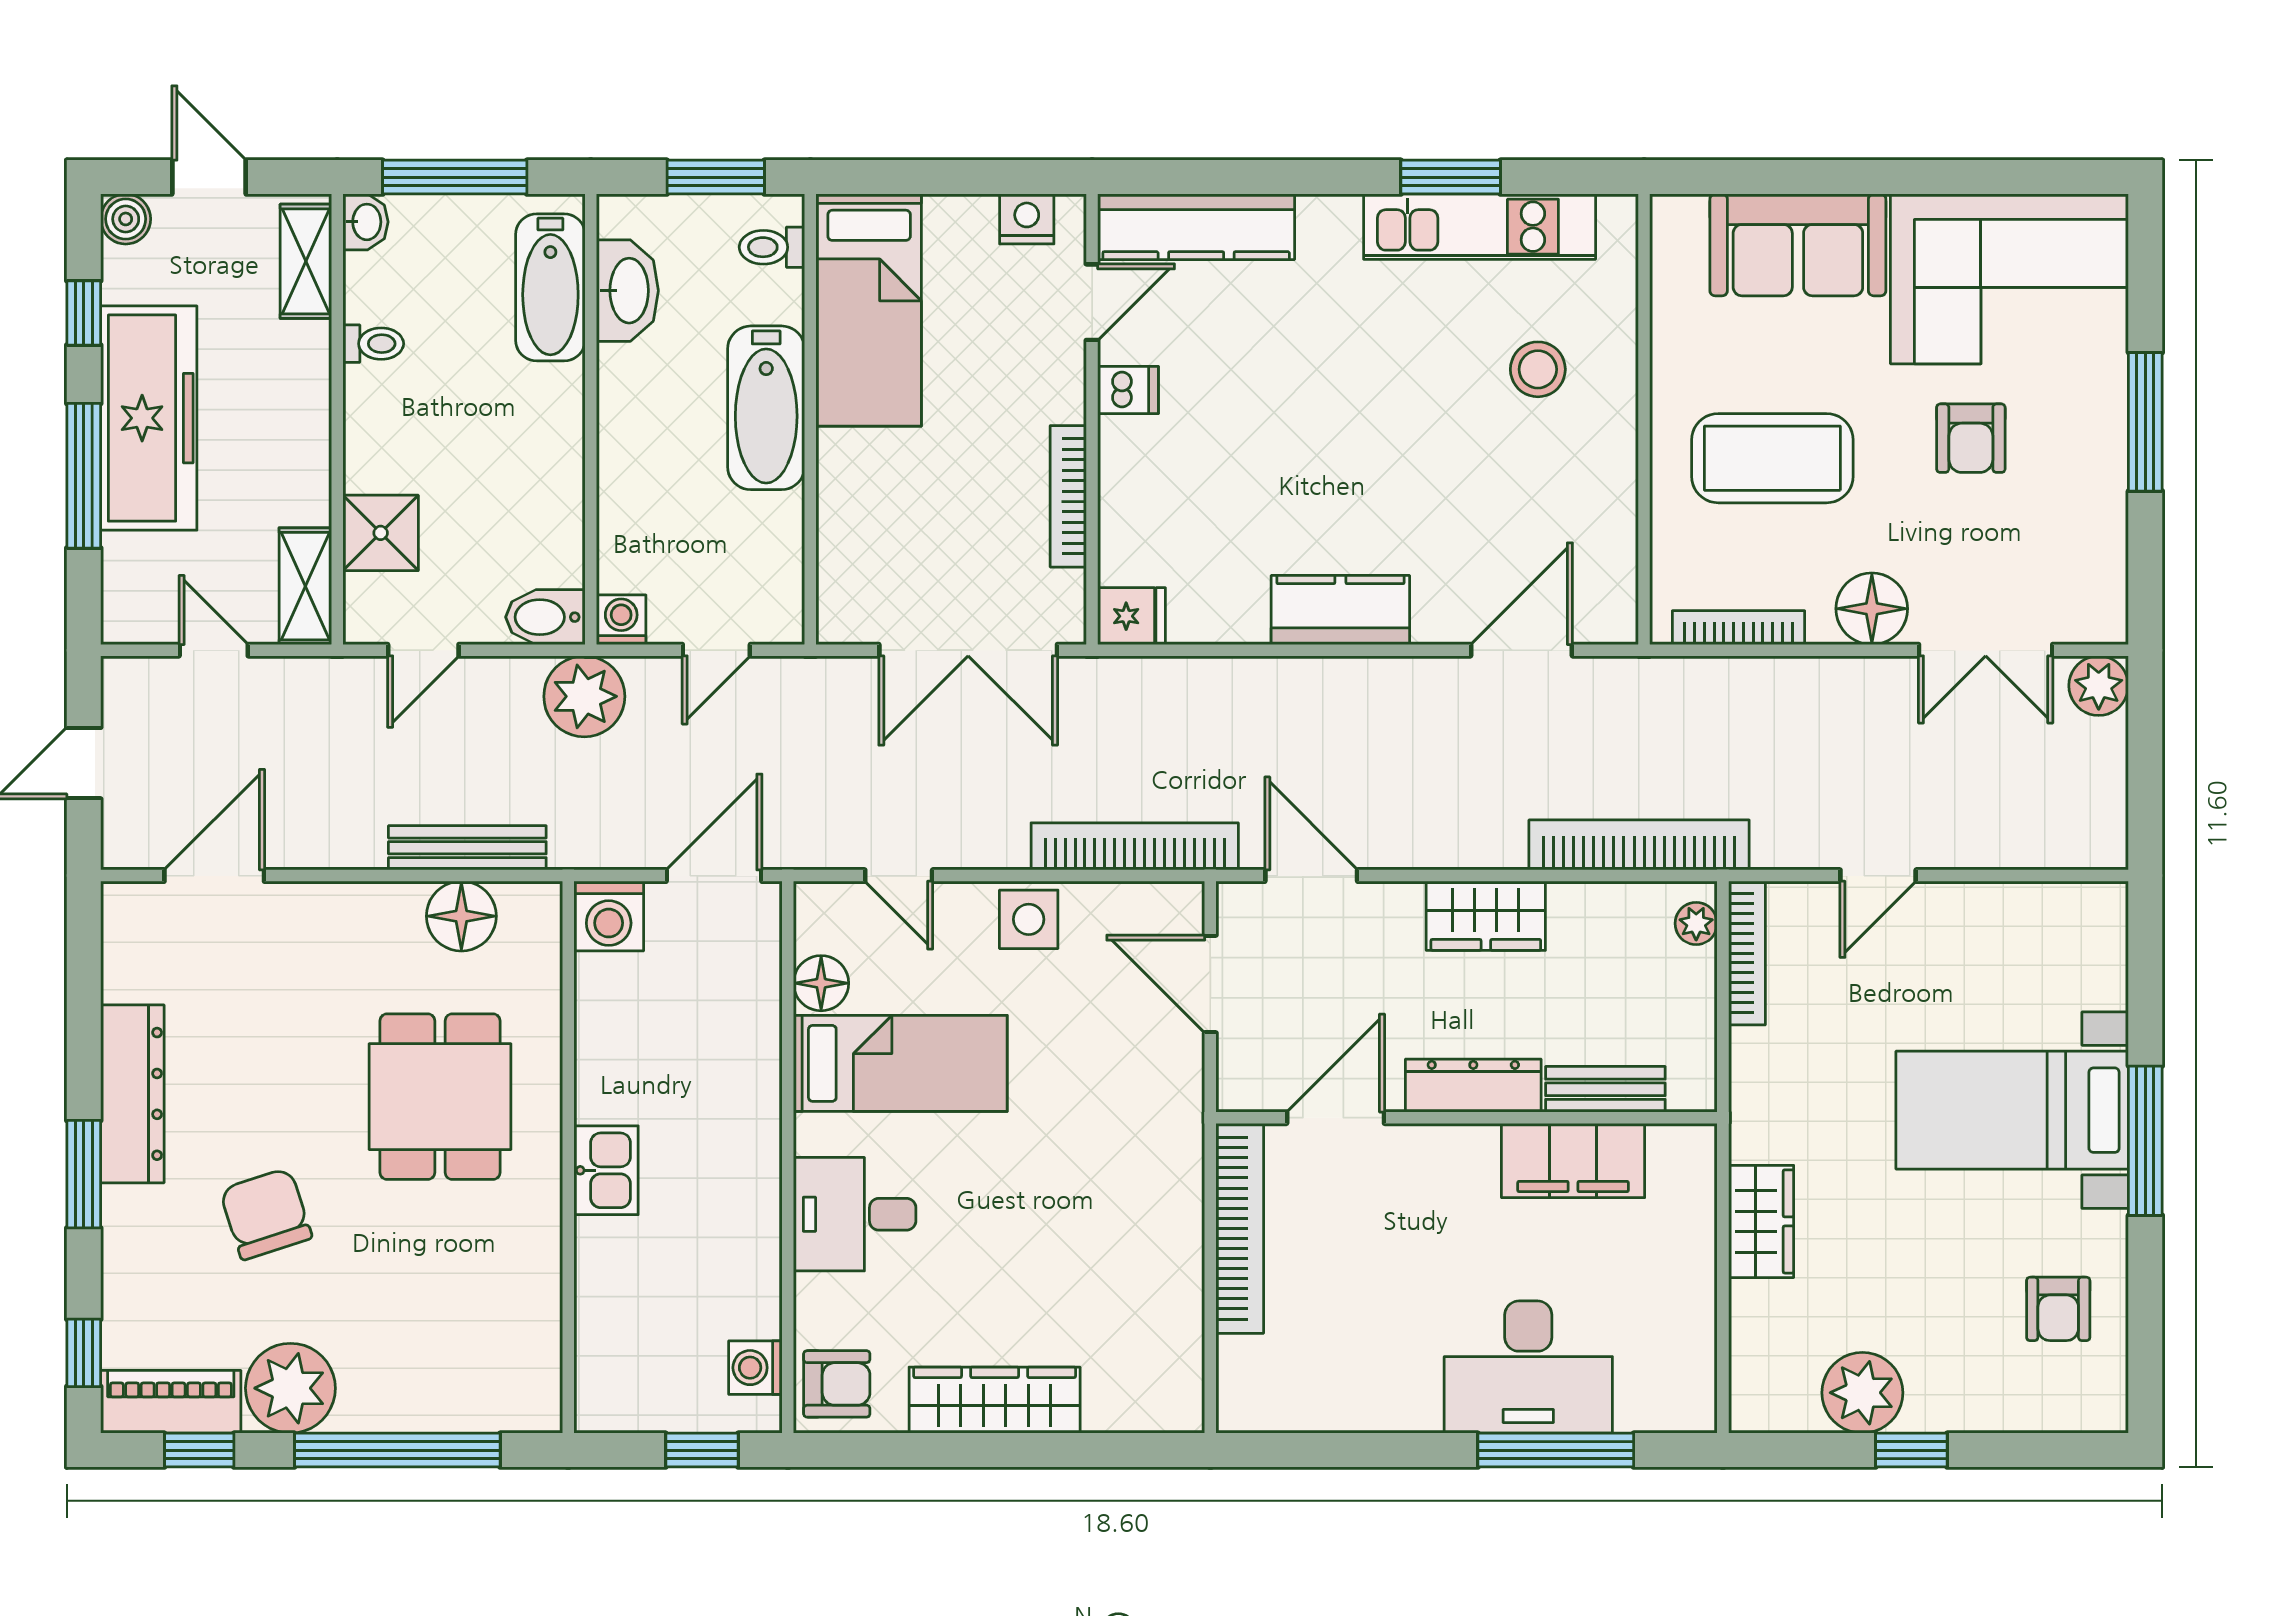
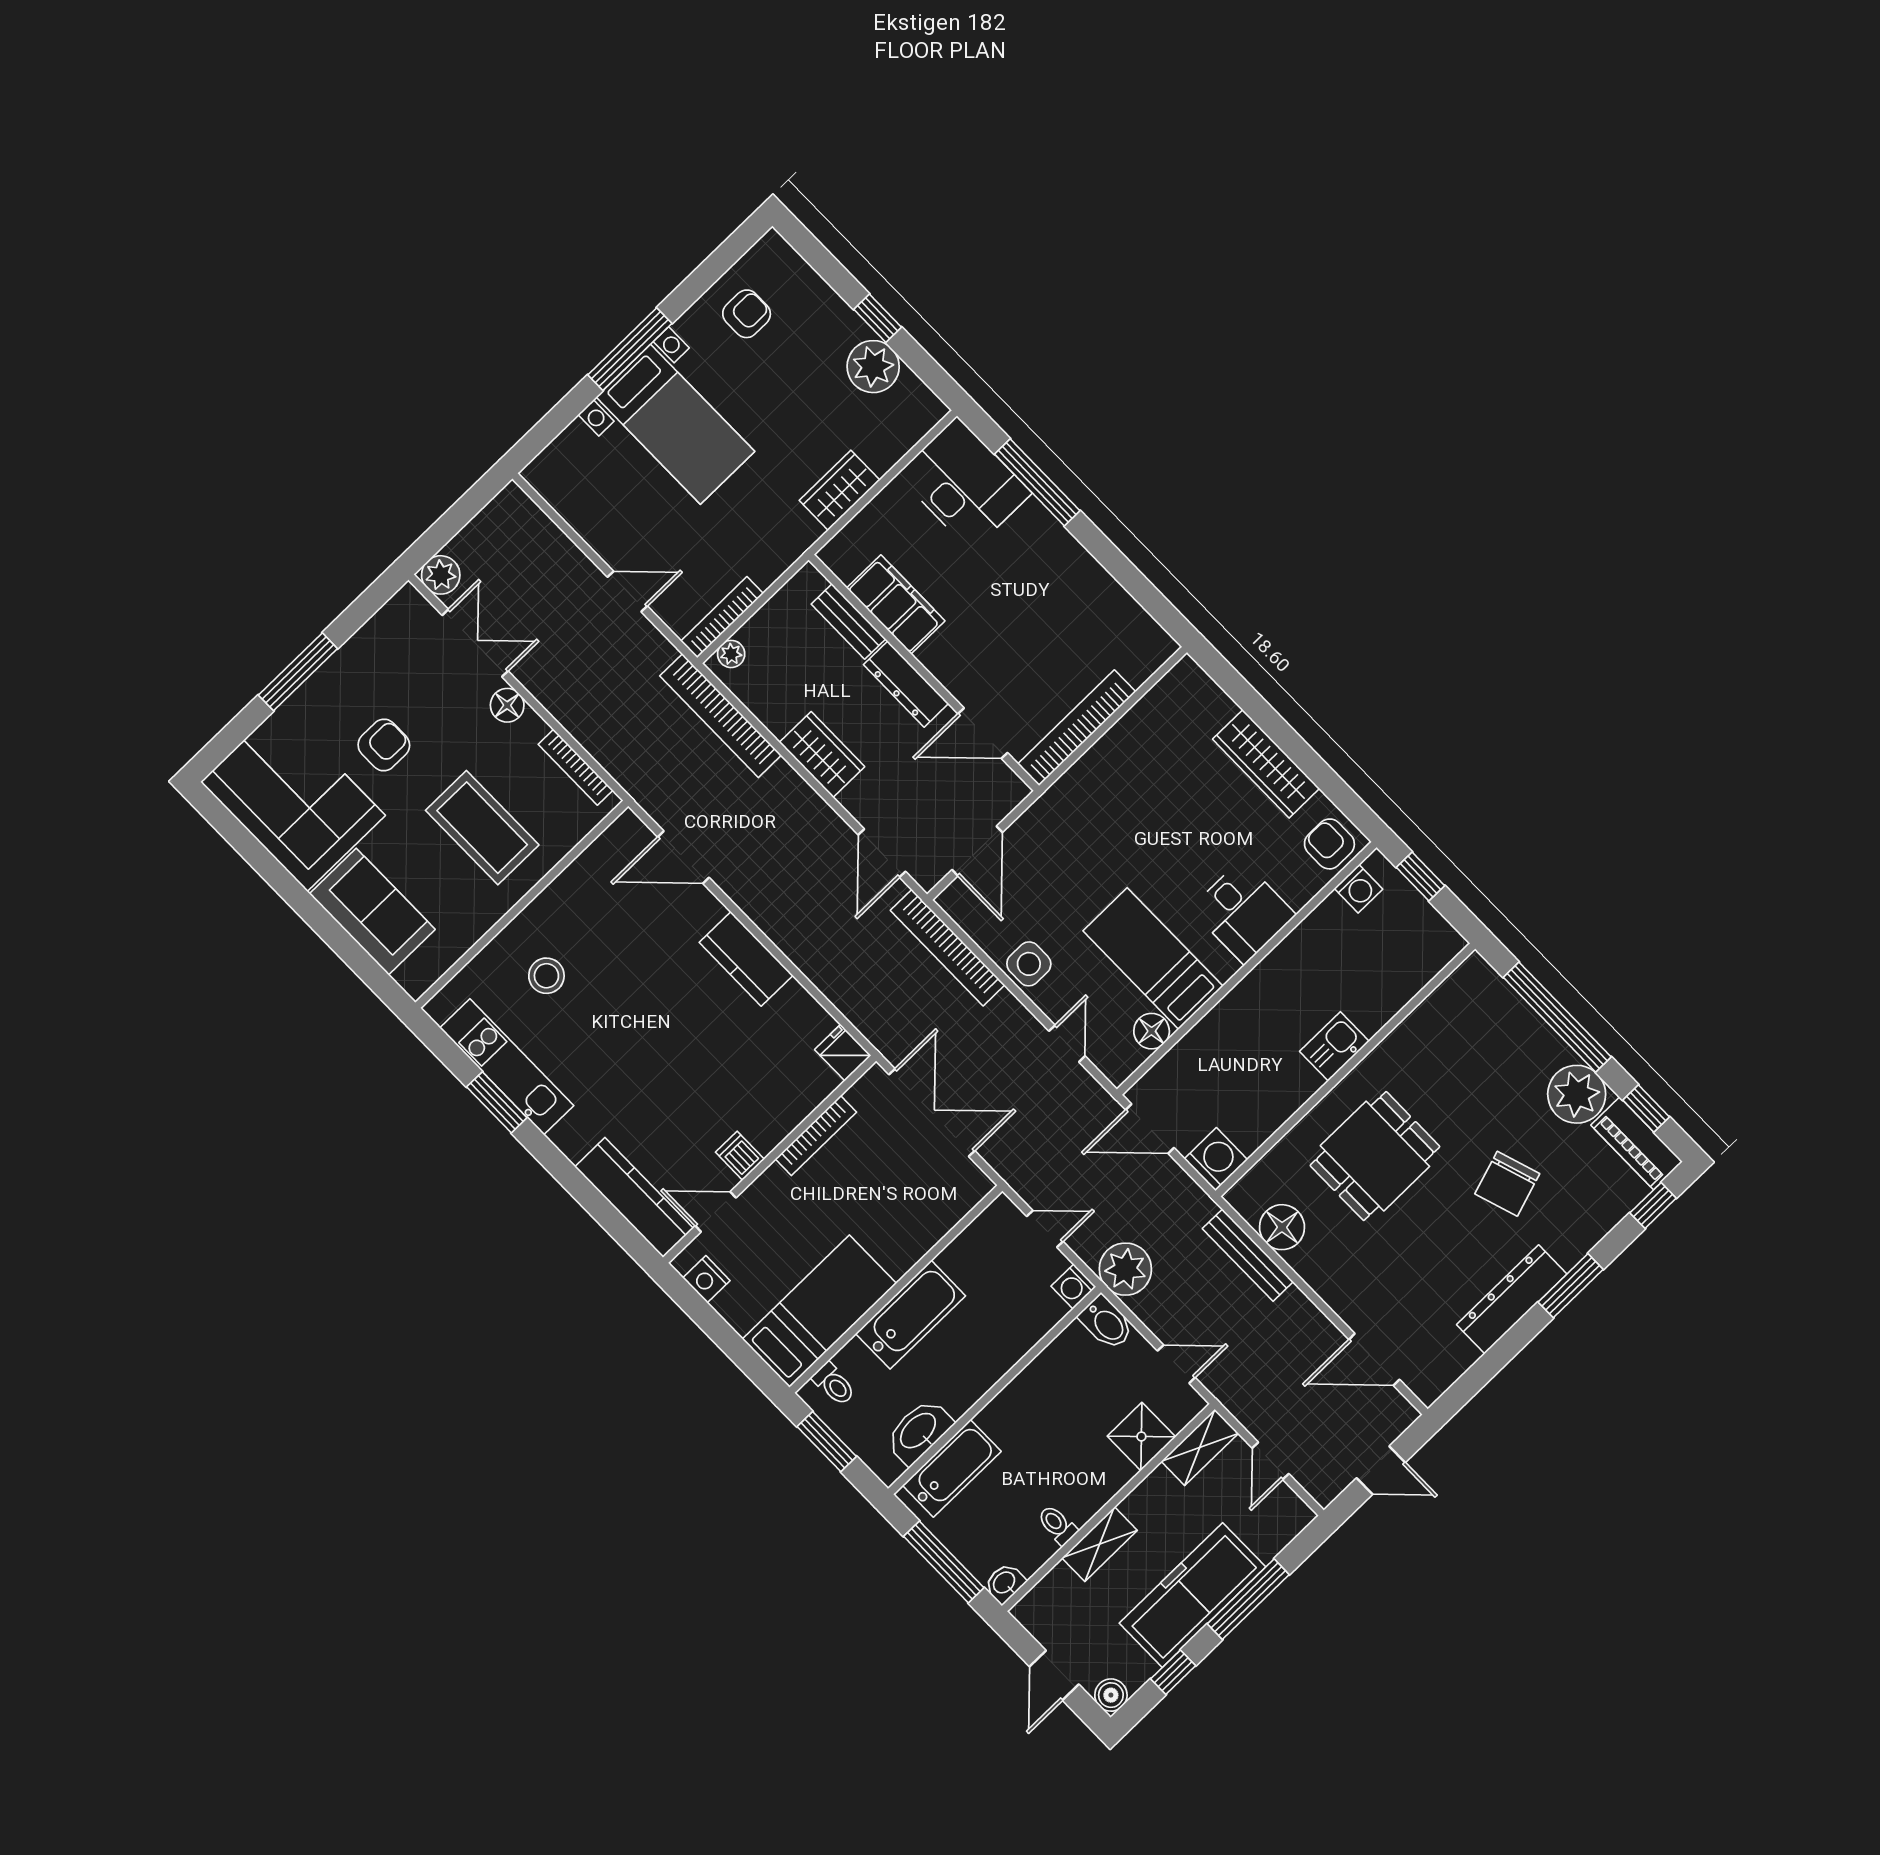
shelving: (306, 261) -> (1100, 1544), moved
floor lamp: (1872, 609) -> (507, 705), width x0.73, depth x0.73
desk: (1528, 1367) -> (964, 484), moved

